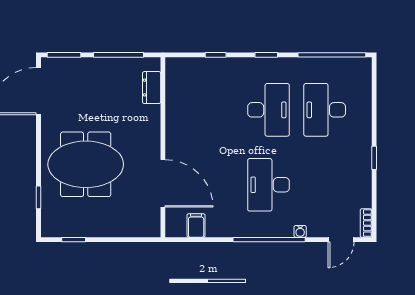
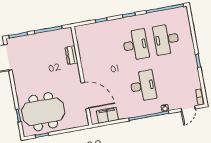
dresser: (152, 88) -> (71, 55), moved
meeting table: (86, 164) -> (43, 112), moved
desk: (268, 185) -> (143, 86), turned 180
filing cabinet: (196, 226) -> (107, 115), width x2.00

